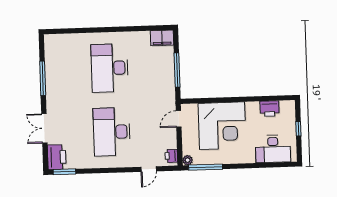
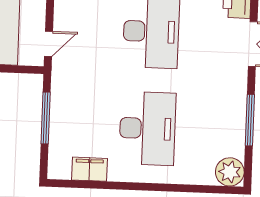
filing cabinet: (162, 38) -> (89, 169), moved
plant: (53, 43) -> (230, 172), added

